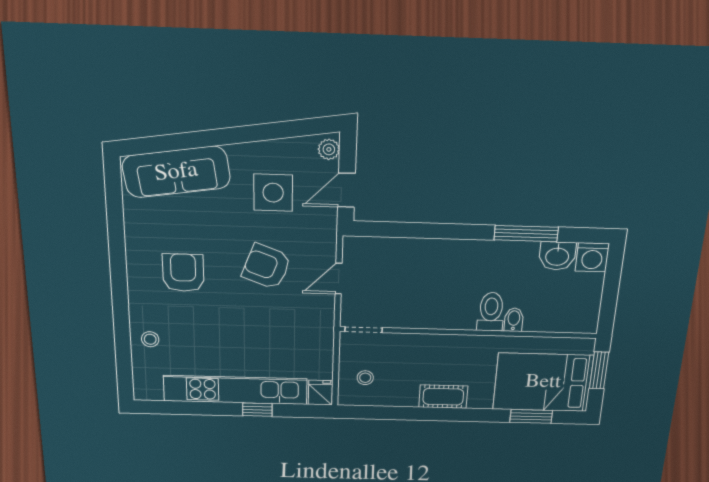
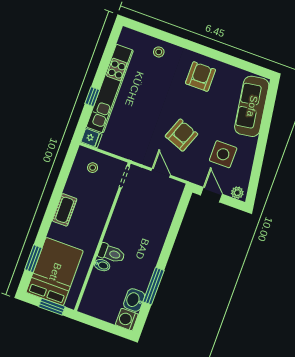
armchair: (183, 273) -> (201, 76), moved, turned -90

